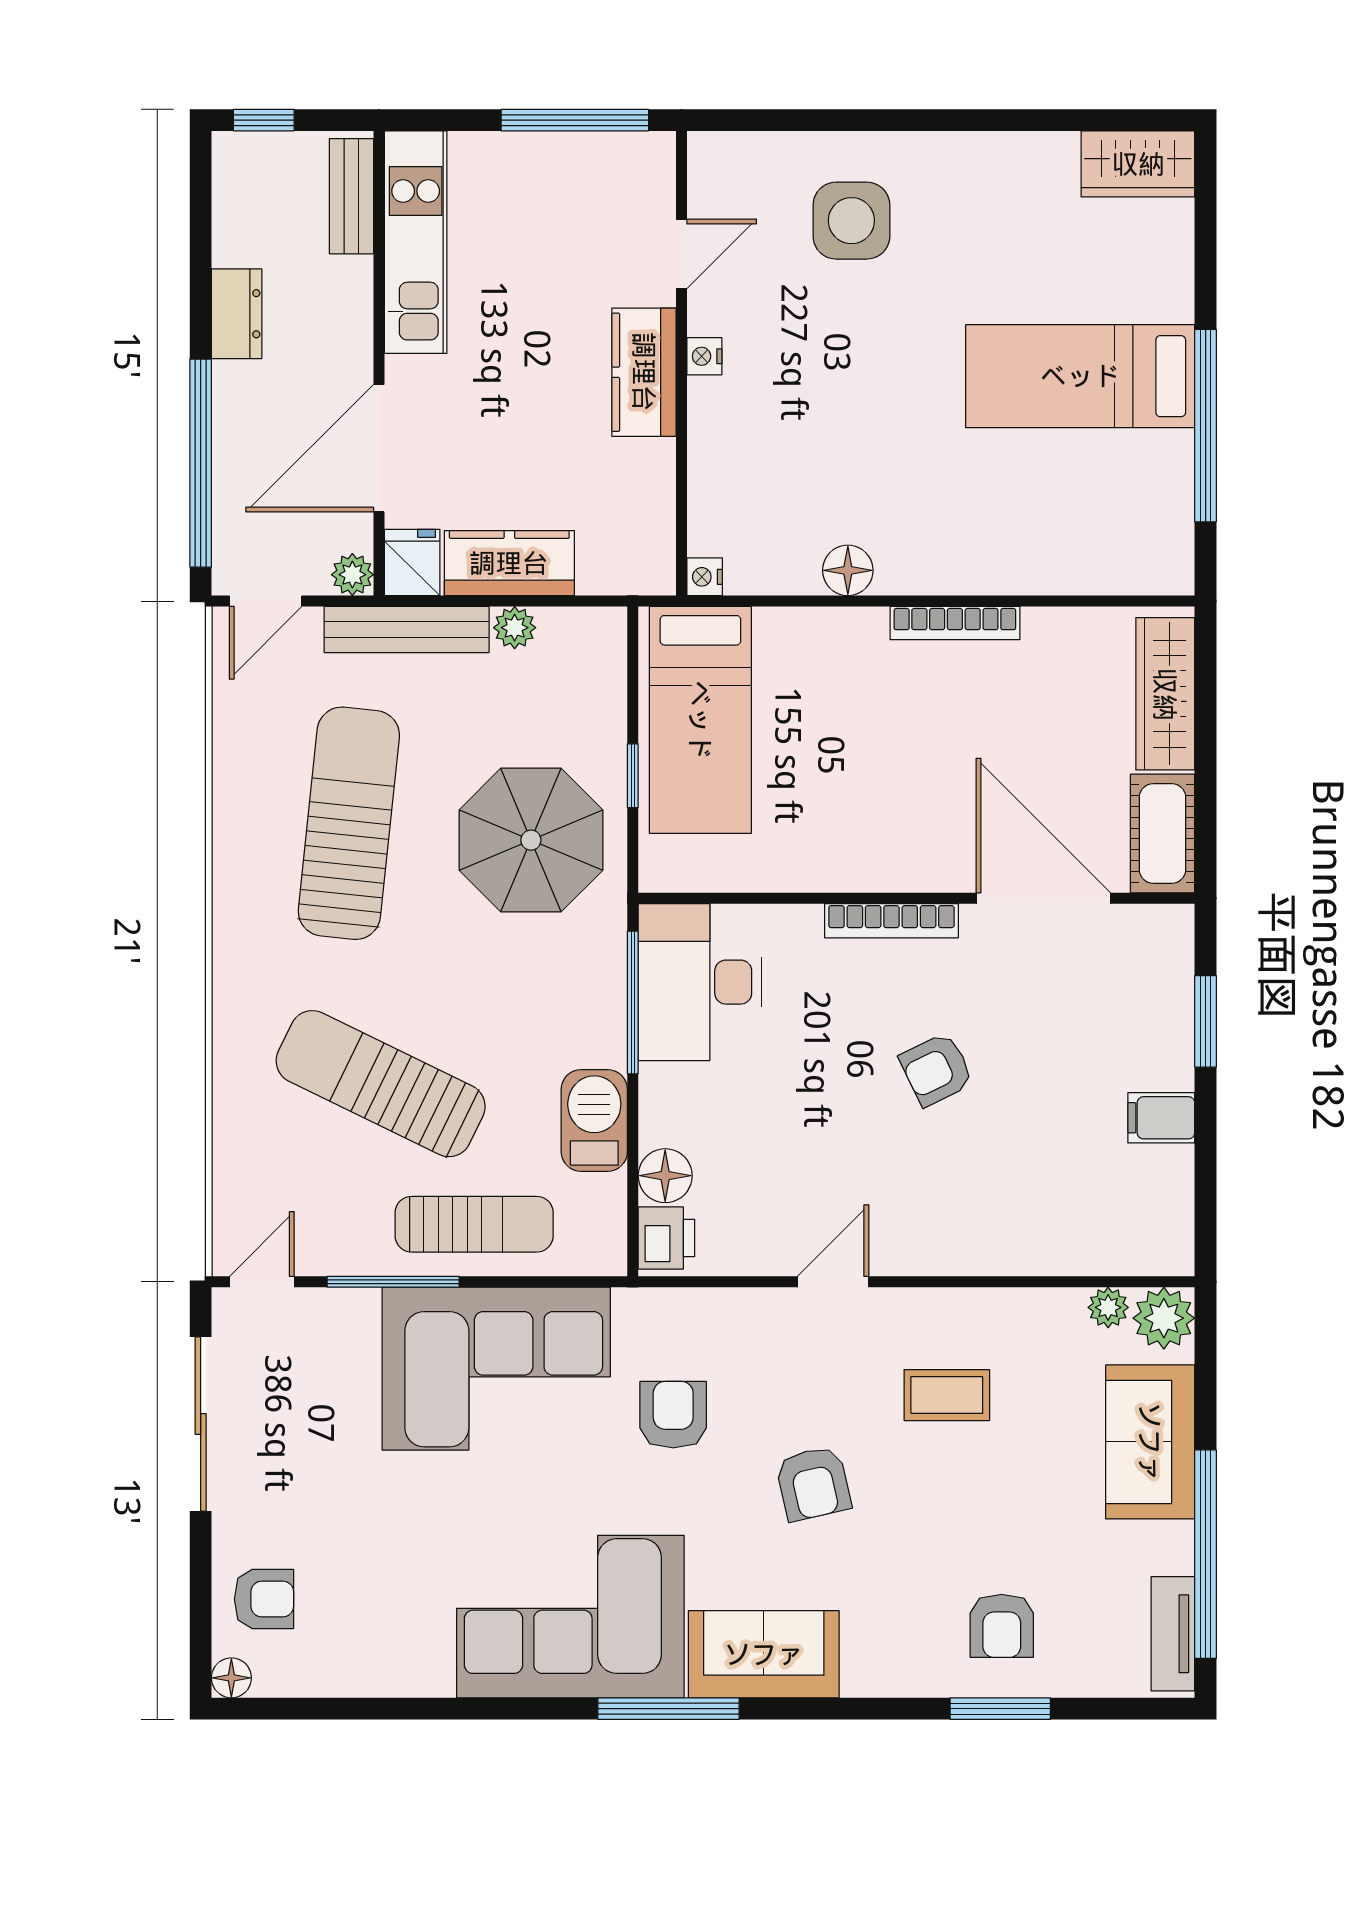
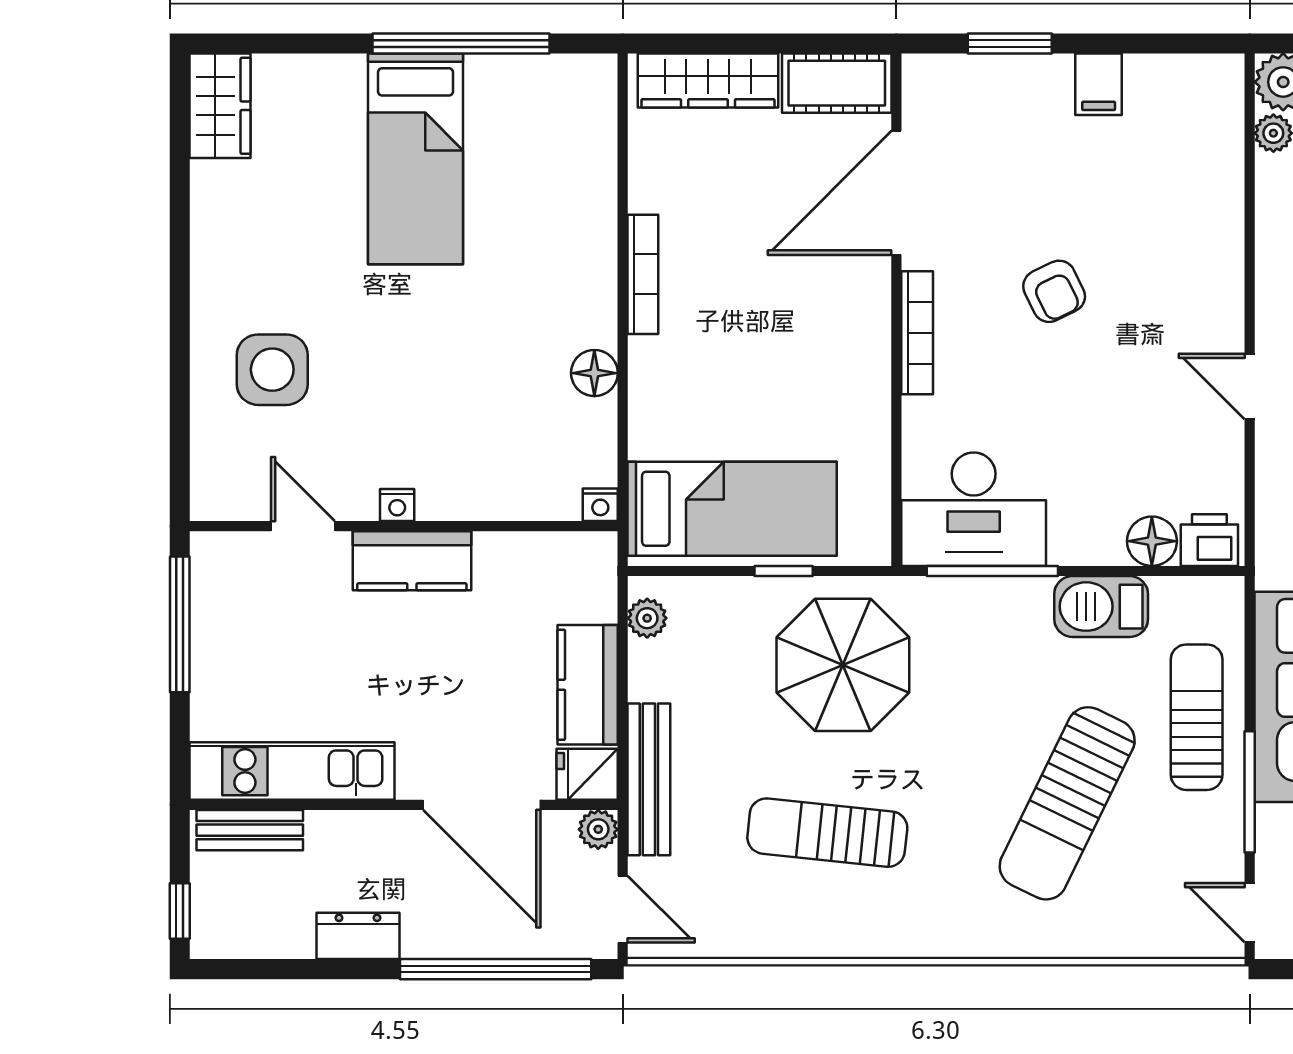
plant: (515, 628) -> (647, 618), moved
sun lounger: (349, 823) -> (827, 833), width x0.73, depth x0.75

